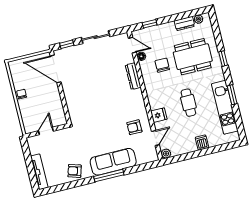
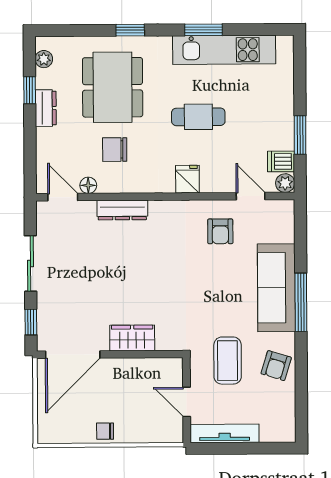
window: (150, 24) -> (30, 90), moved
dresser: (184, 24) -> (46, 108), moved
door: (132, 45) -> (63, 197), hinge flipped
wardrobe: (71, 96) -> (132, 338), added
fridge: (159, 115) -> (187, 179), moved
dishwasher: (202, 143) -> (281, 161), moved
coffee table: (71, 146) -> (228, 361), added
window: (192, 155) -> (300, 135), added
tv unit: (39, 172) -> (225, 433), moved

